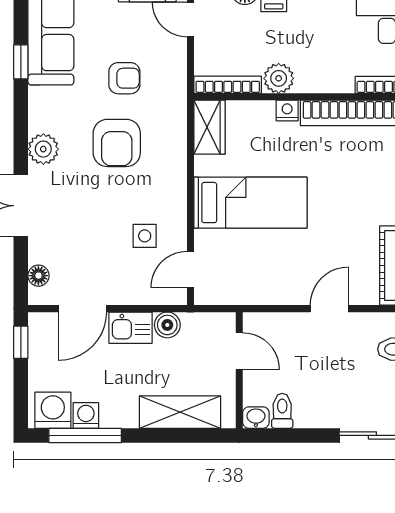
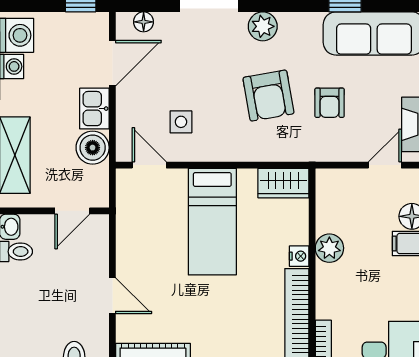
bookcase: (228, 85) -> (323, 200), removed
armchair: (117, 143) -> (268, 96), turned -100
door: (82, 309) -> (112, 63), swing flipped
boiler: (167, 325) -> (93, 148), width x1.36, depth x1.36

